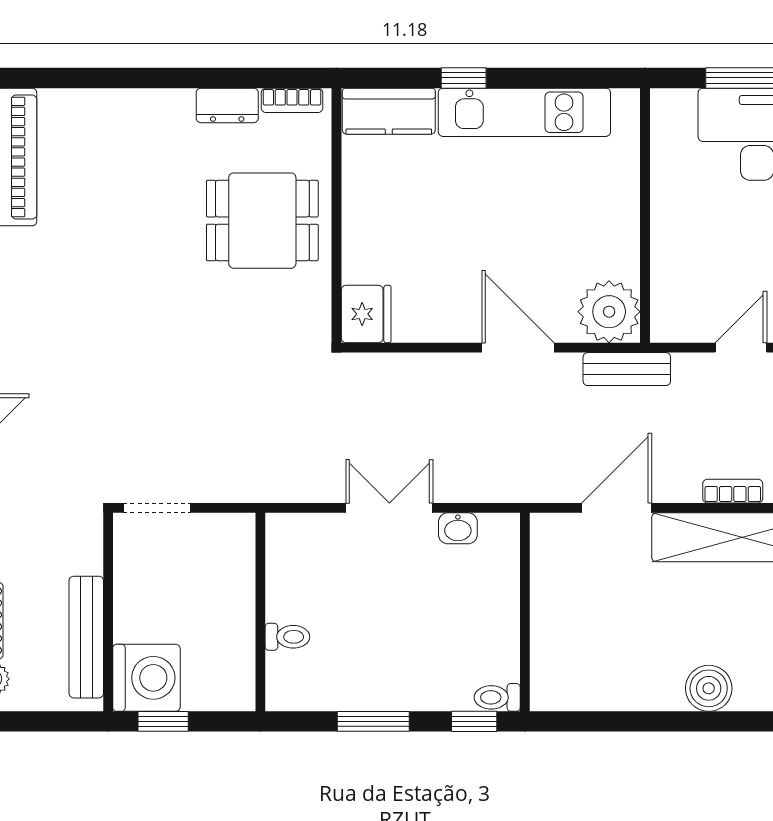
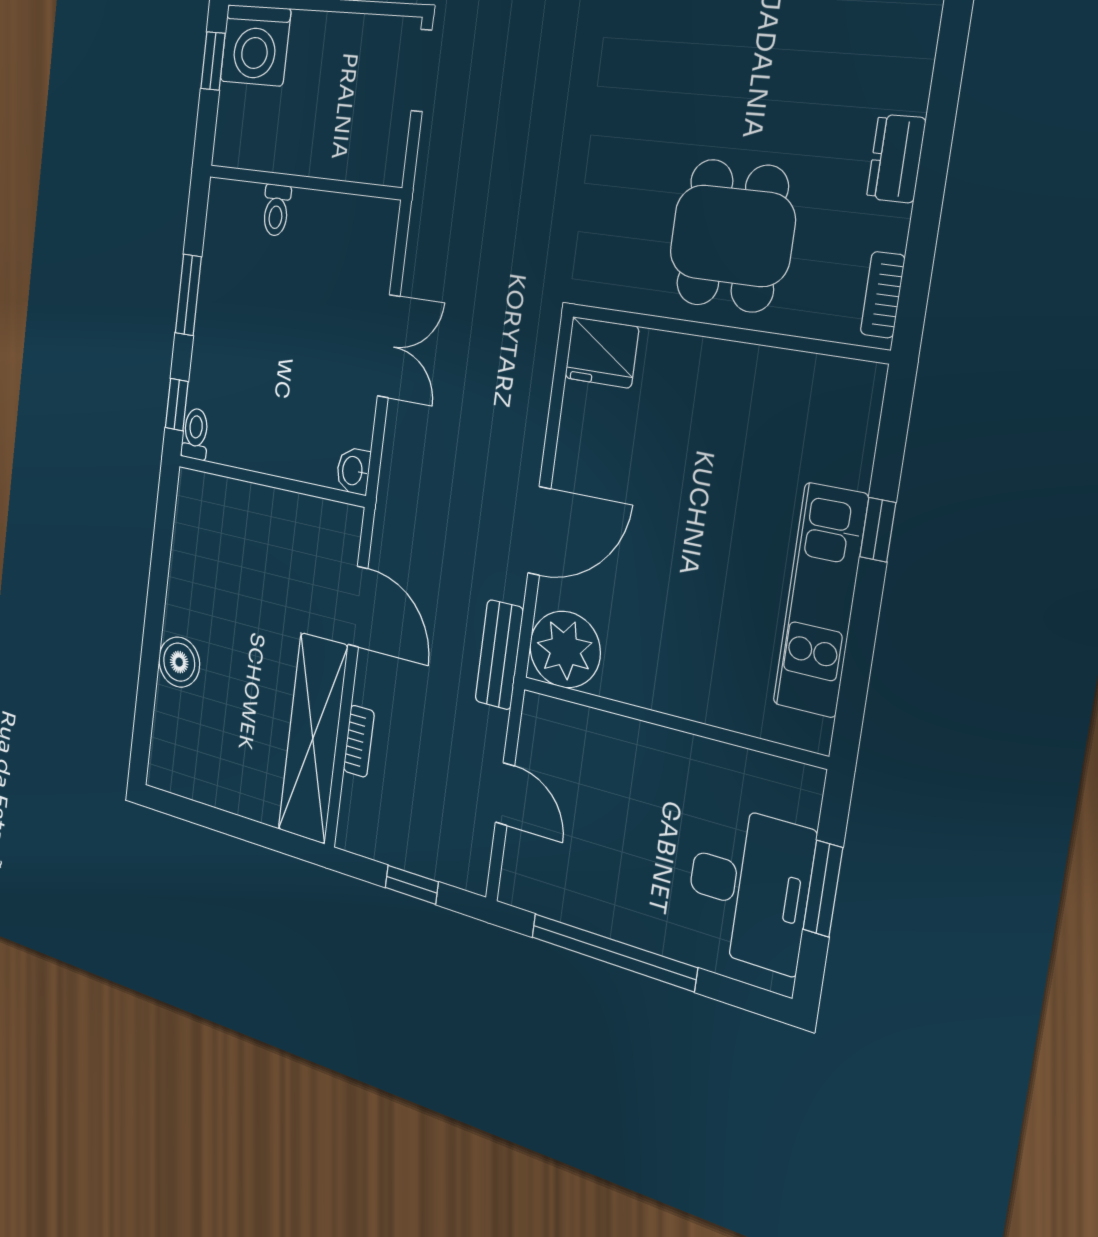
dresser: (227, 105) -> (896, 158), moved
kitchen counter: (389, 111) -> (848, 422), removed
washbasin: (458, 528) -> (353, 471), moved

